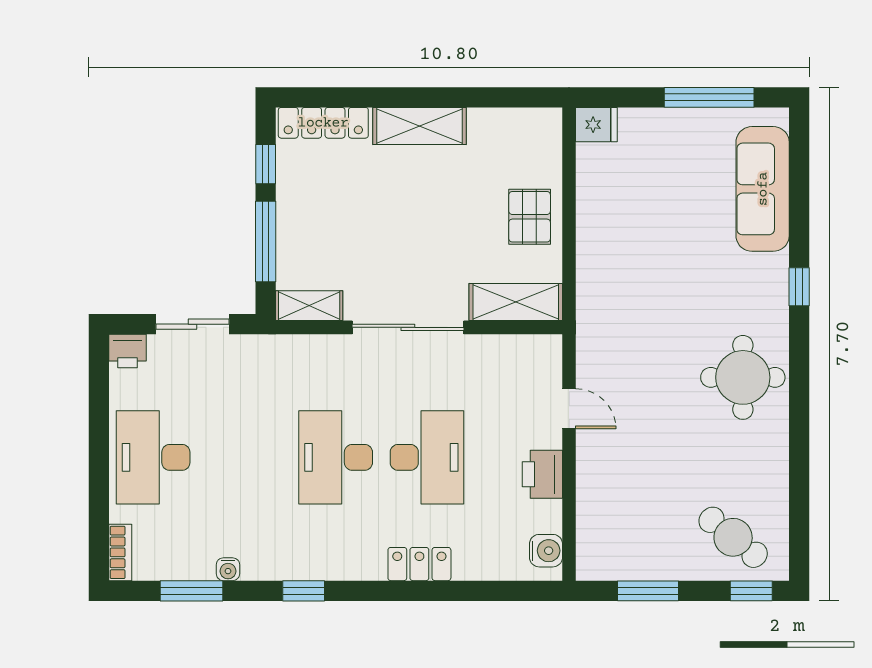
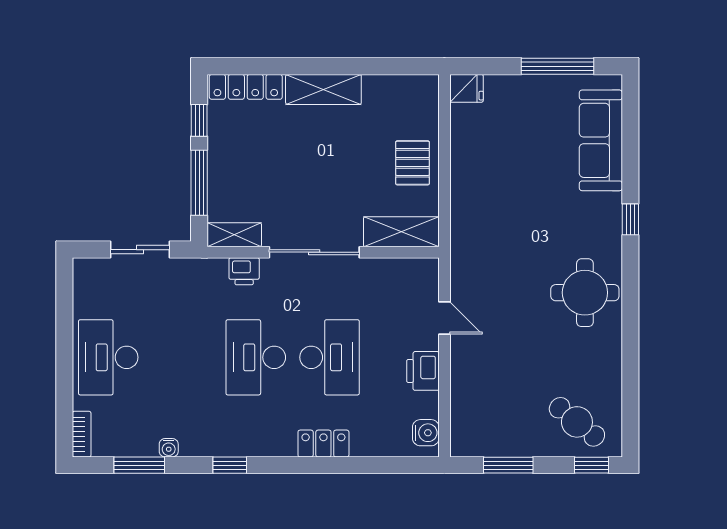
printer: (128, 351) -> (244, 271), moved

